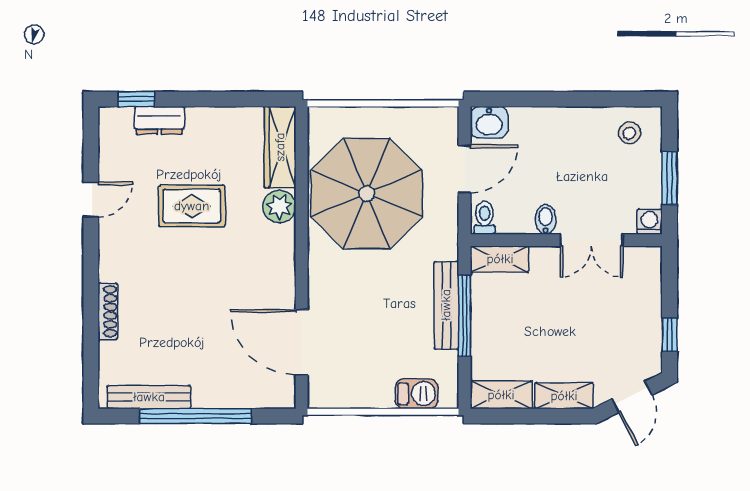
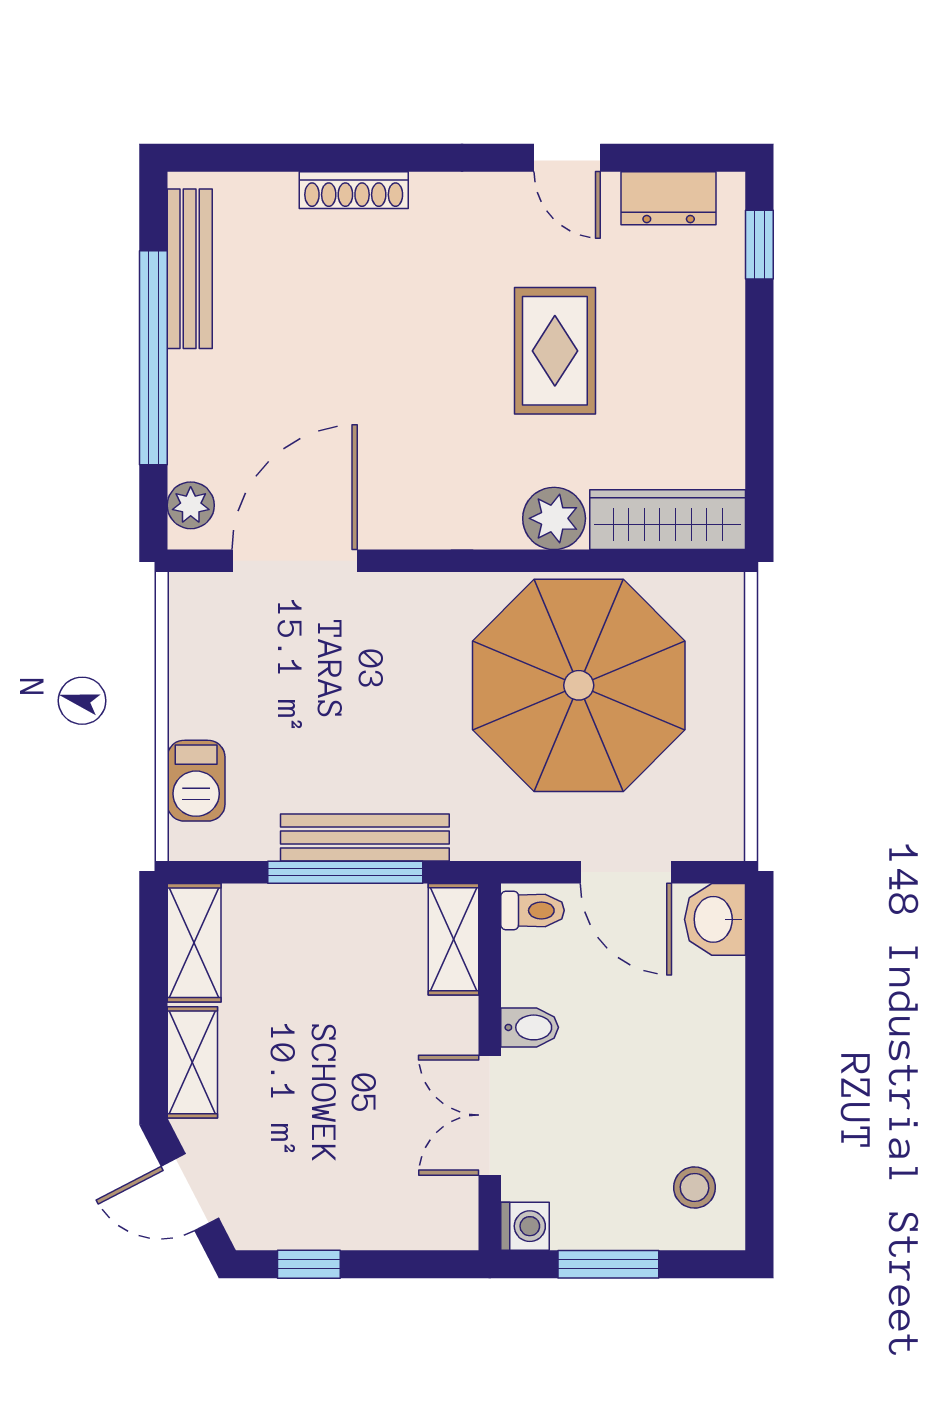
dresser: (159, 120) -> (669, 198), moved, turned -90
plant: (273, 397) -> (191, 505), added

